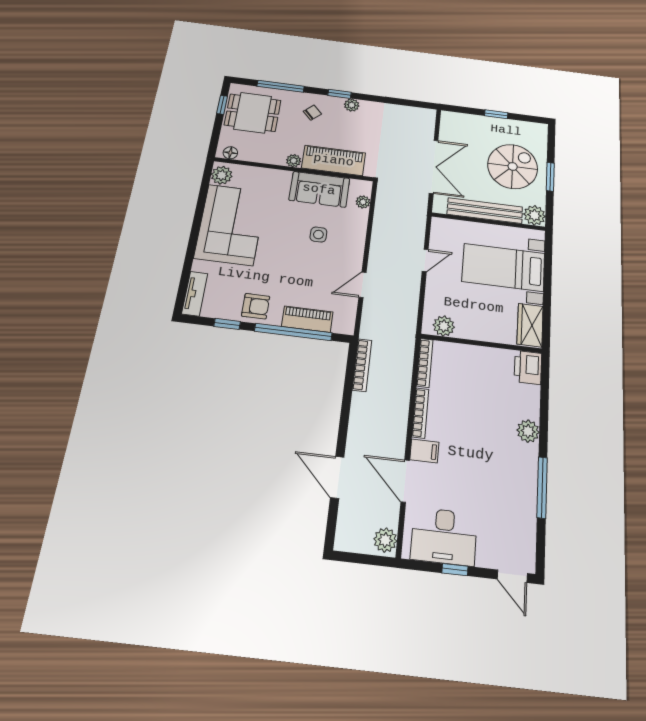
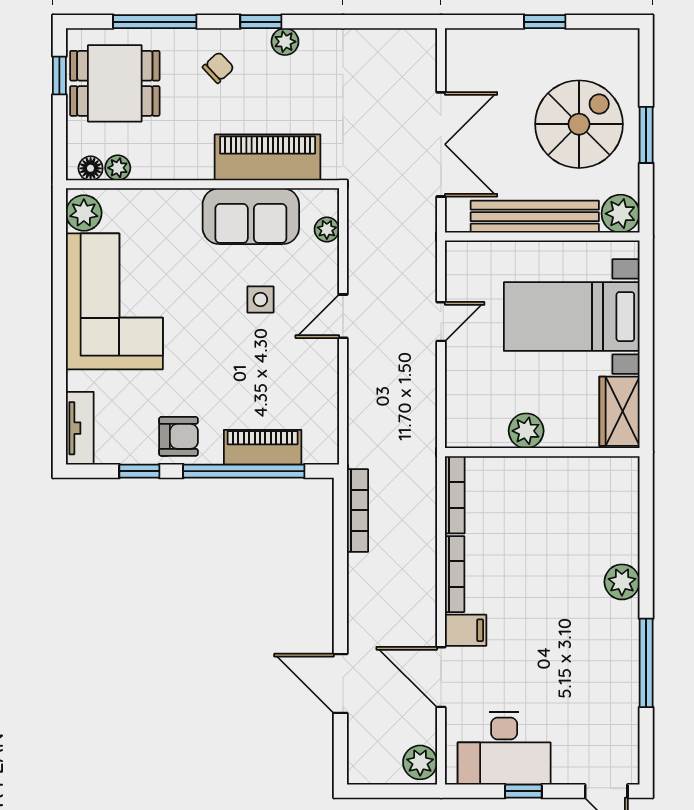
plant: (294, 161) -> (118, 168), moved
door: (362, 285) -> (343, 316), moved
plant: (444, 326) -> (526, 431), moved
printer: (528, 367) -> (618, 482), removed

